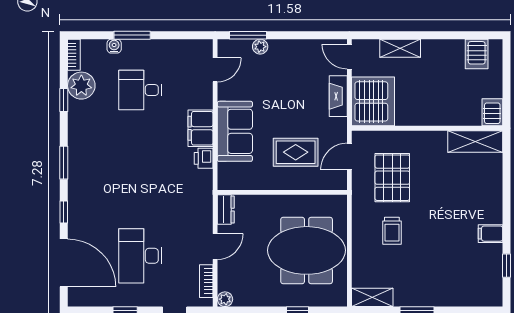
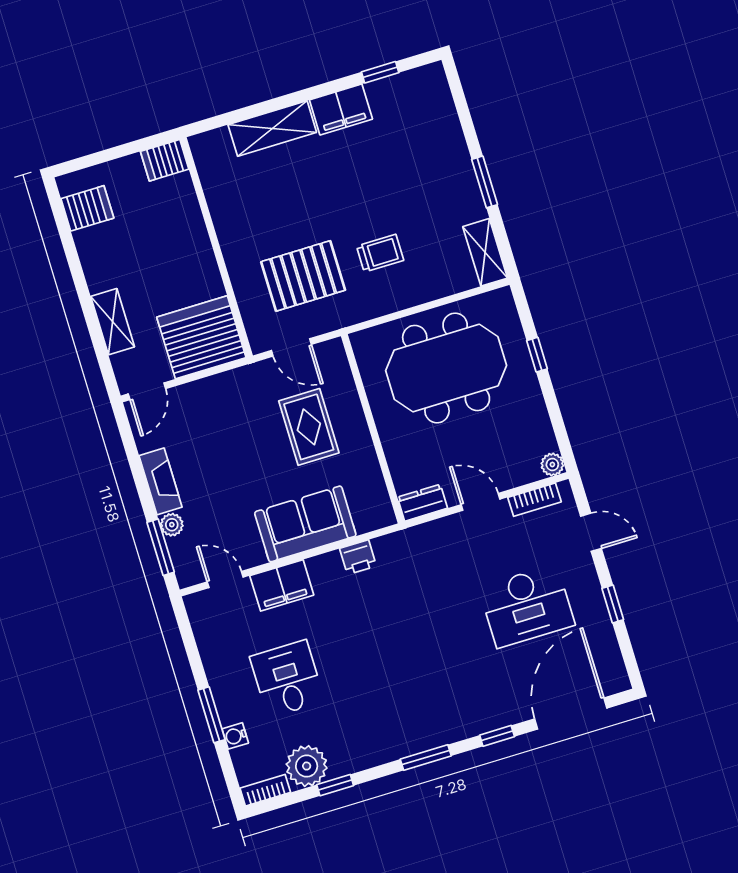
desk: (140, 90) -> (287, 679), turned 180
fireplace: (338, 96) -> (161, 481), moved, turned -90
filing cabinet: (200, 128) -> (282, 585), moved
shelving: (475, 141) -> (272, 128), moved, turned 90
filing cabinet: (490, 234) -> (341, 110), width x2.00
meeting table: (307, 250) -> (446, 368), turned 90

